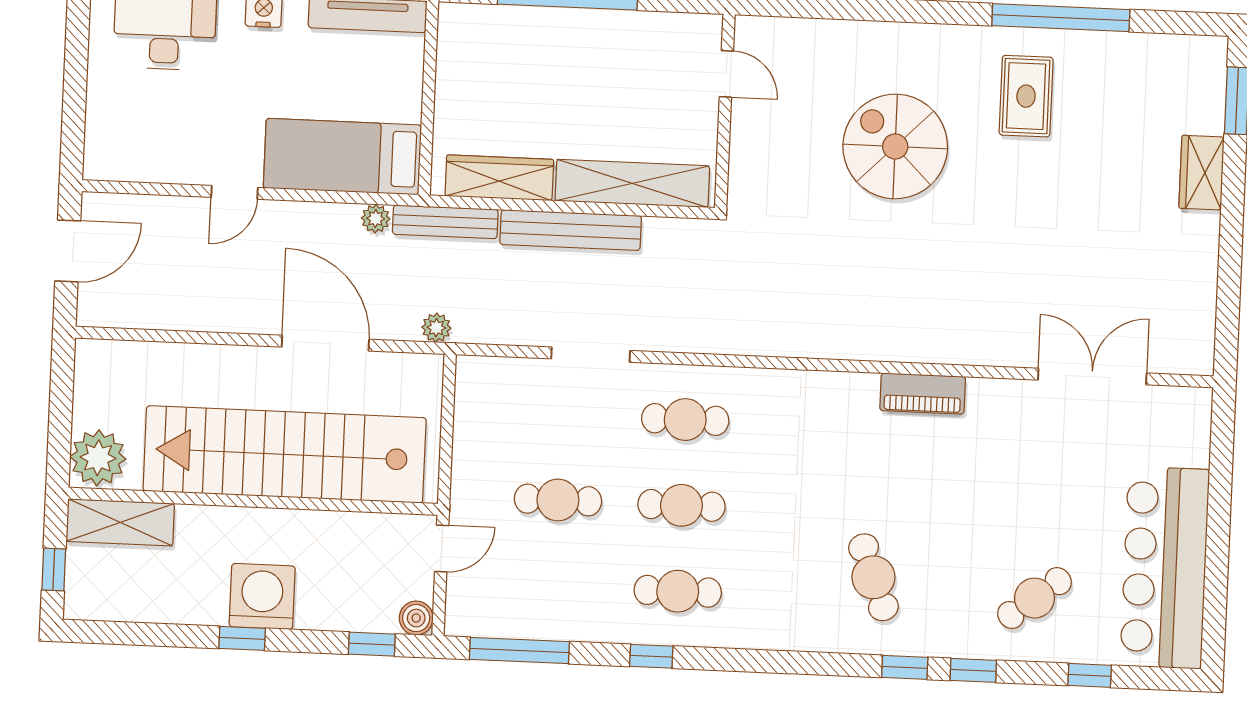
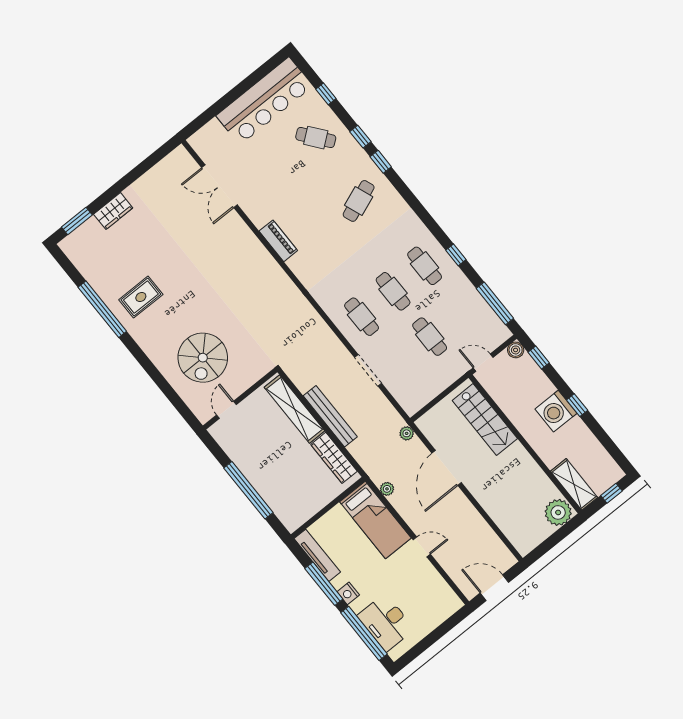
spiral stairs: (895, 146) -> (203, 358), moved
bench: (445, 222) -> (366, 463), removed
stairs: (285, 454) -> (485, 420), width x0.54, depth x0.66

